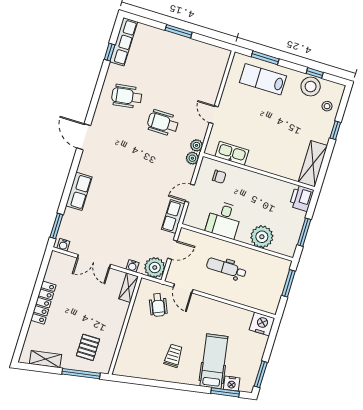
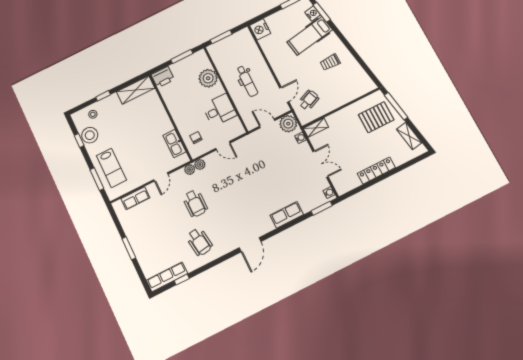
row of seats: (173, 217) -> (135, 198), moved
pallet: (88, 347) -> (376, 117), width x1.50, depth x1.42

